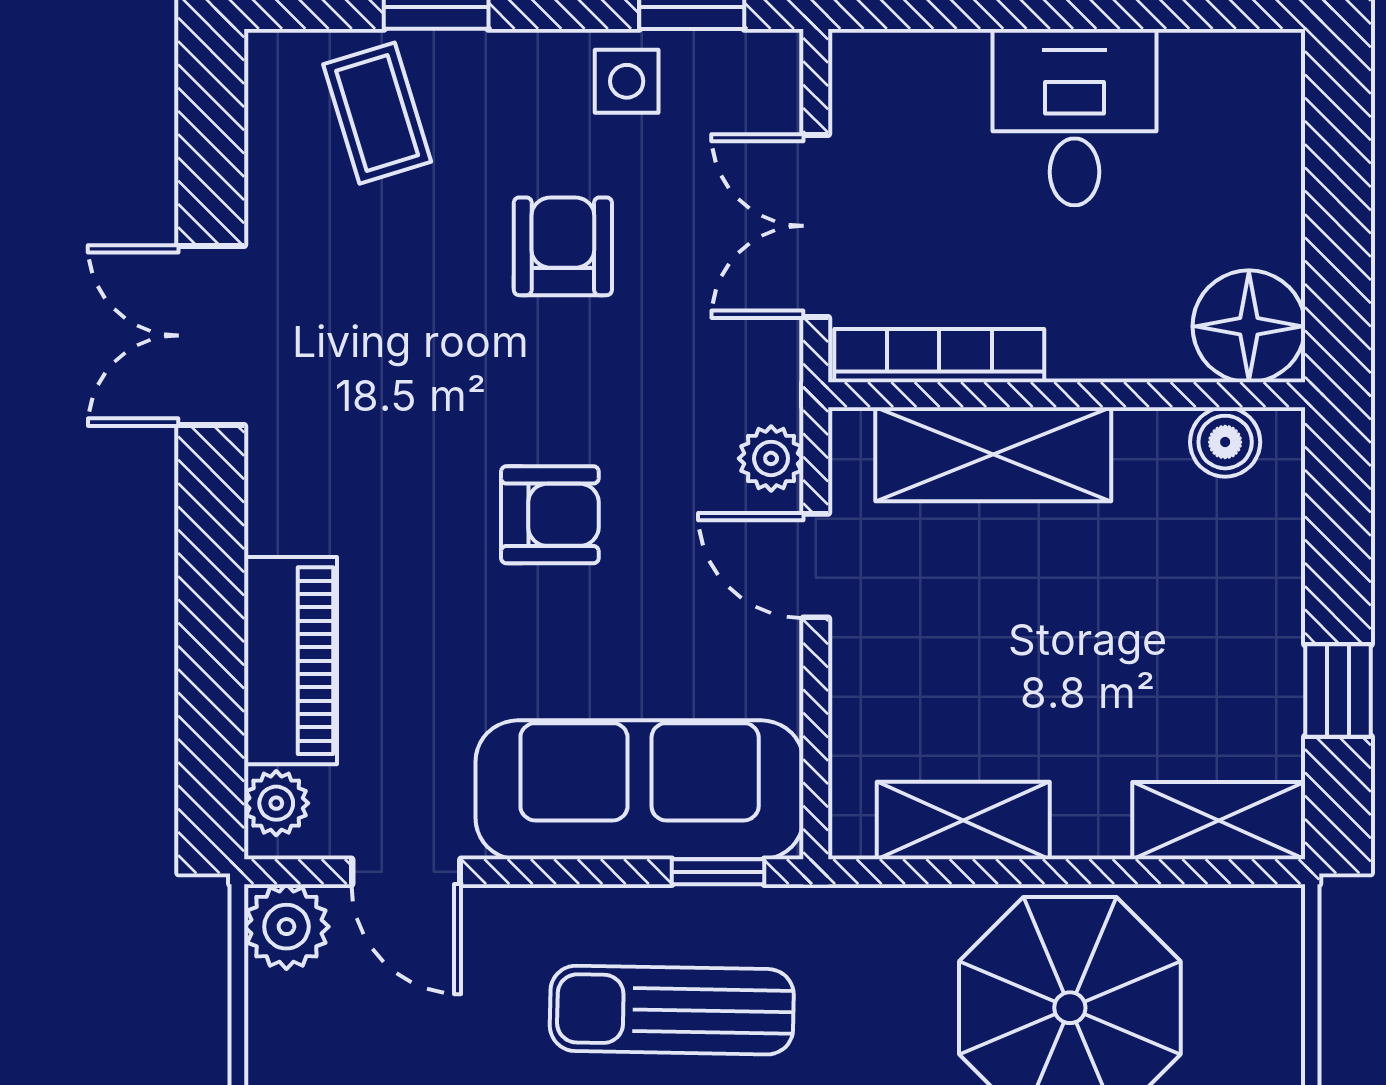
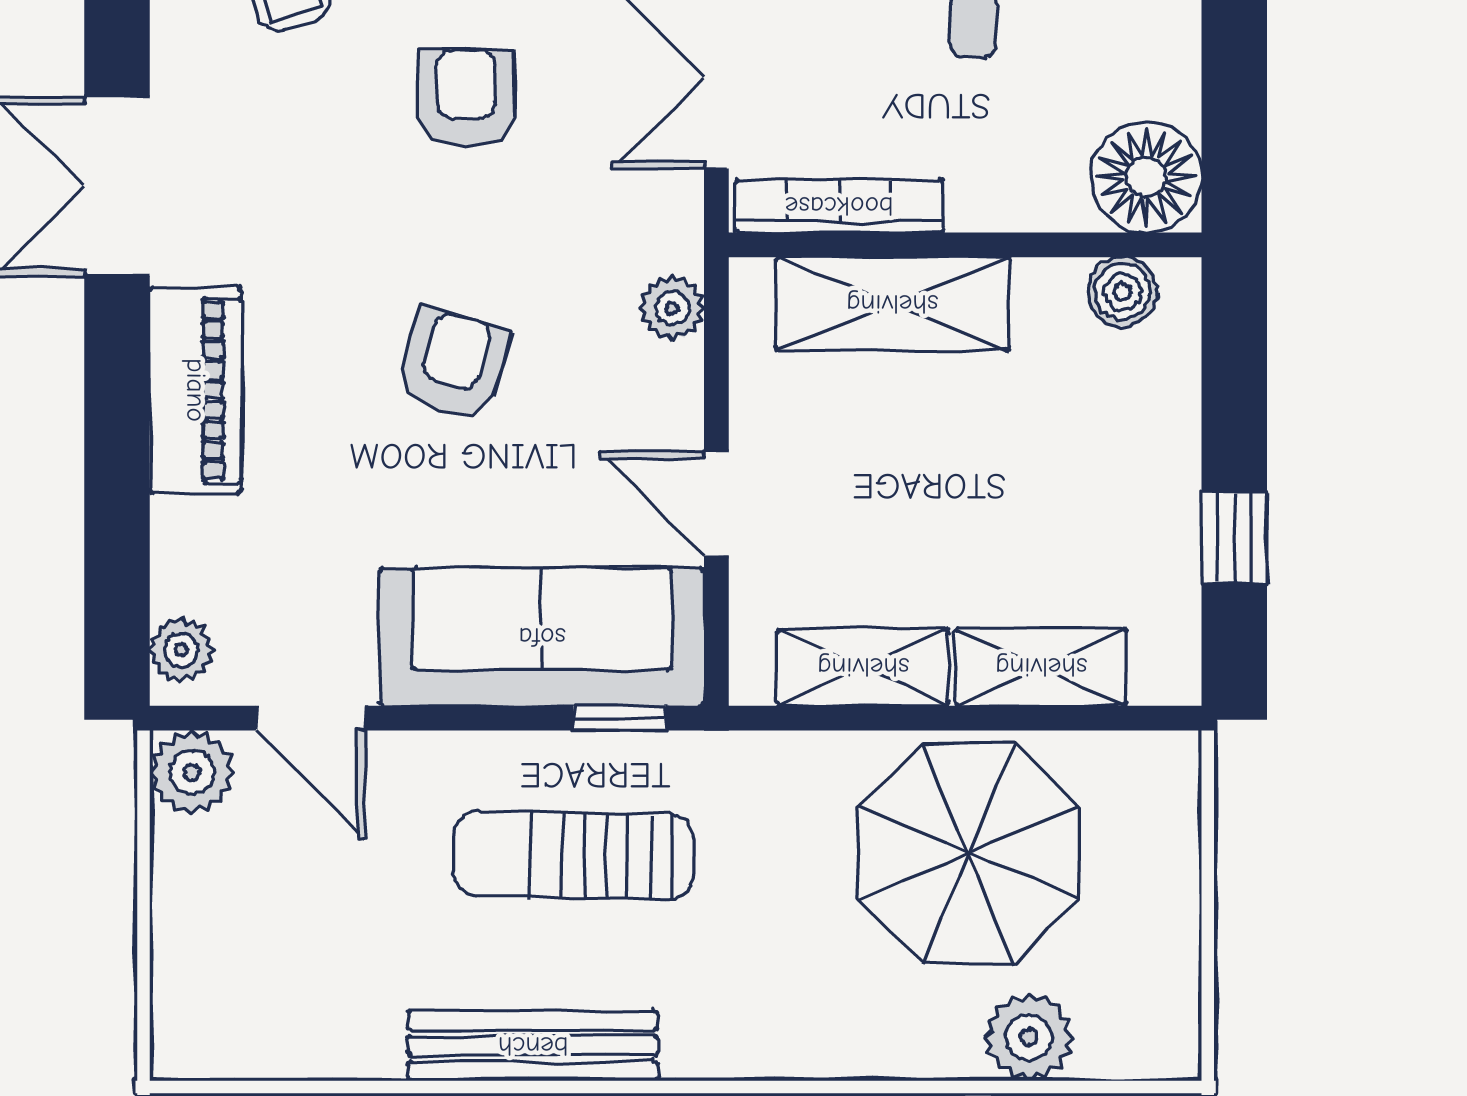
armchair: (550, 515) -> (453, 364), turned -73
door: (816, 566) -> (716, 503), moved
piano: (290, 661) -> (196, 390), moved
shelving: (1219, 821) -> (1041, 667), moved

